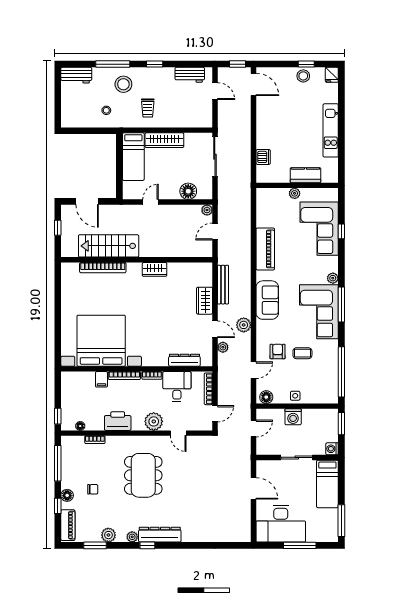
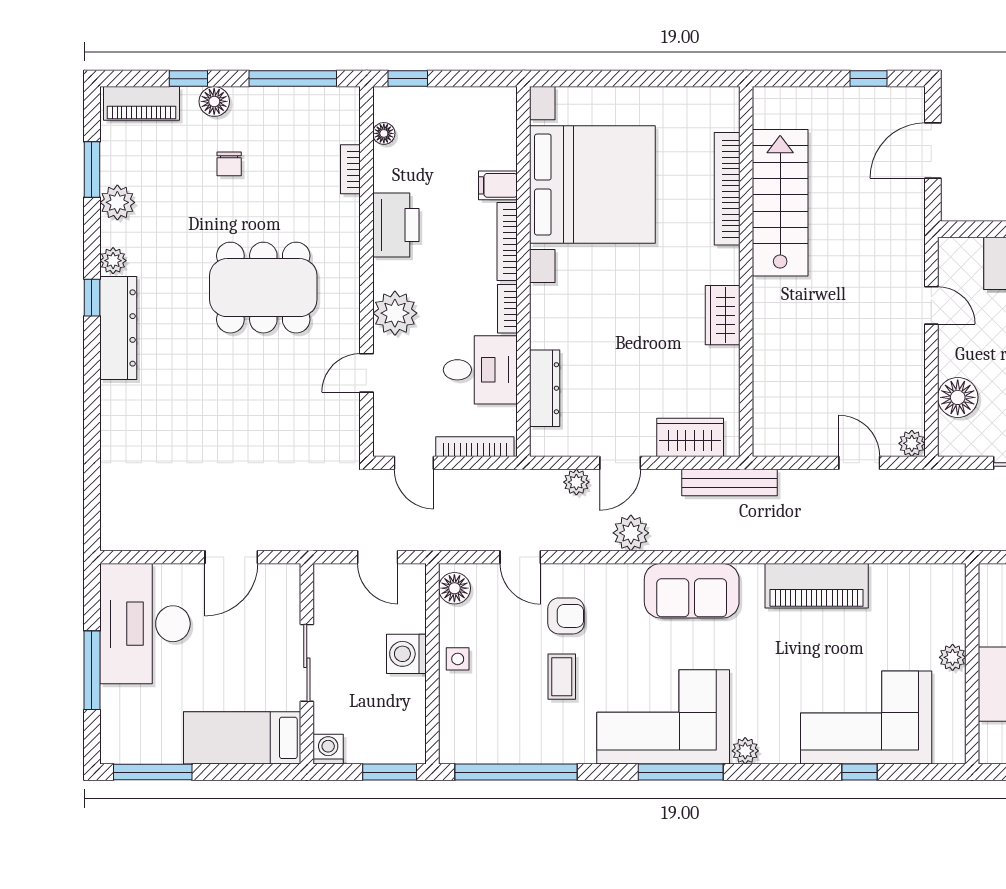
stairs: (109, 246) -> (780, 203), moved
wall: (137, 260) -> (746, 272), moved
bookcase: (103, 268) -> (727, 189), moved
wardrobe: (155, 269) -> (723, 315), moved

